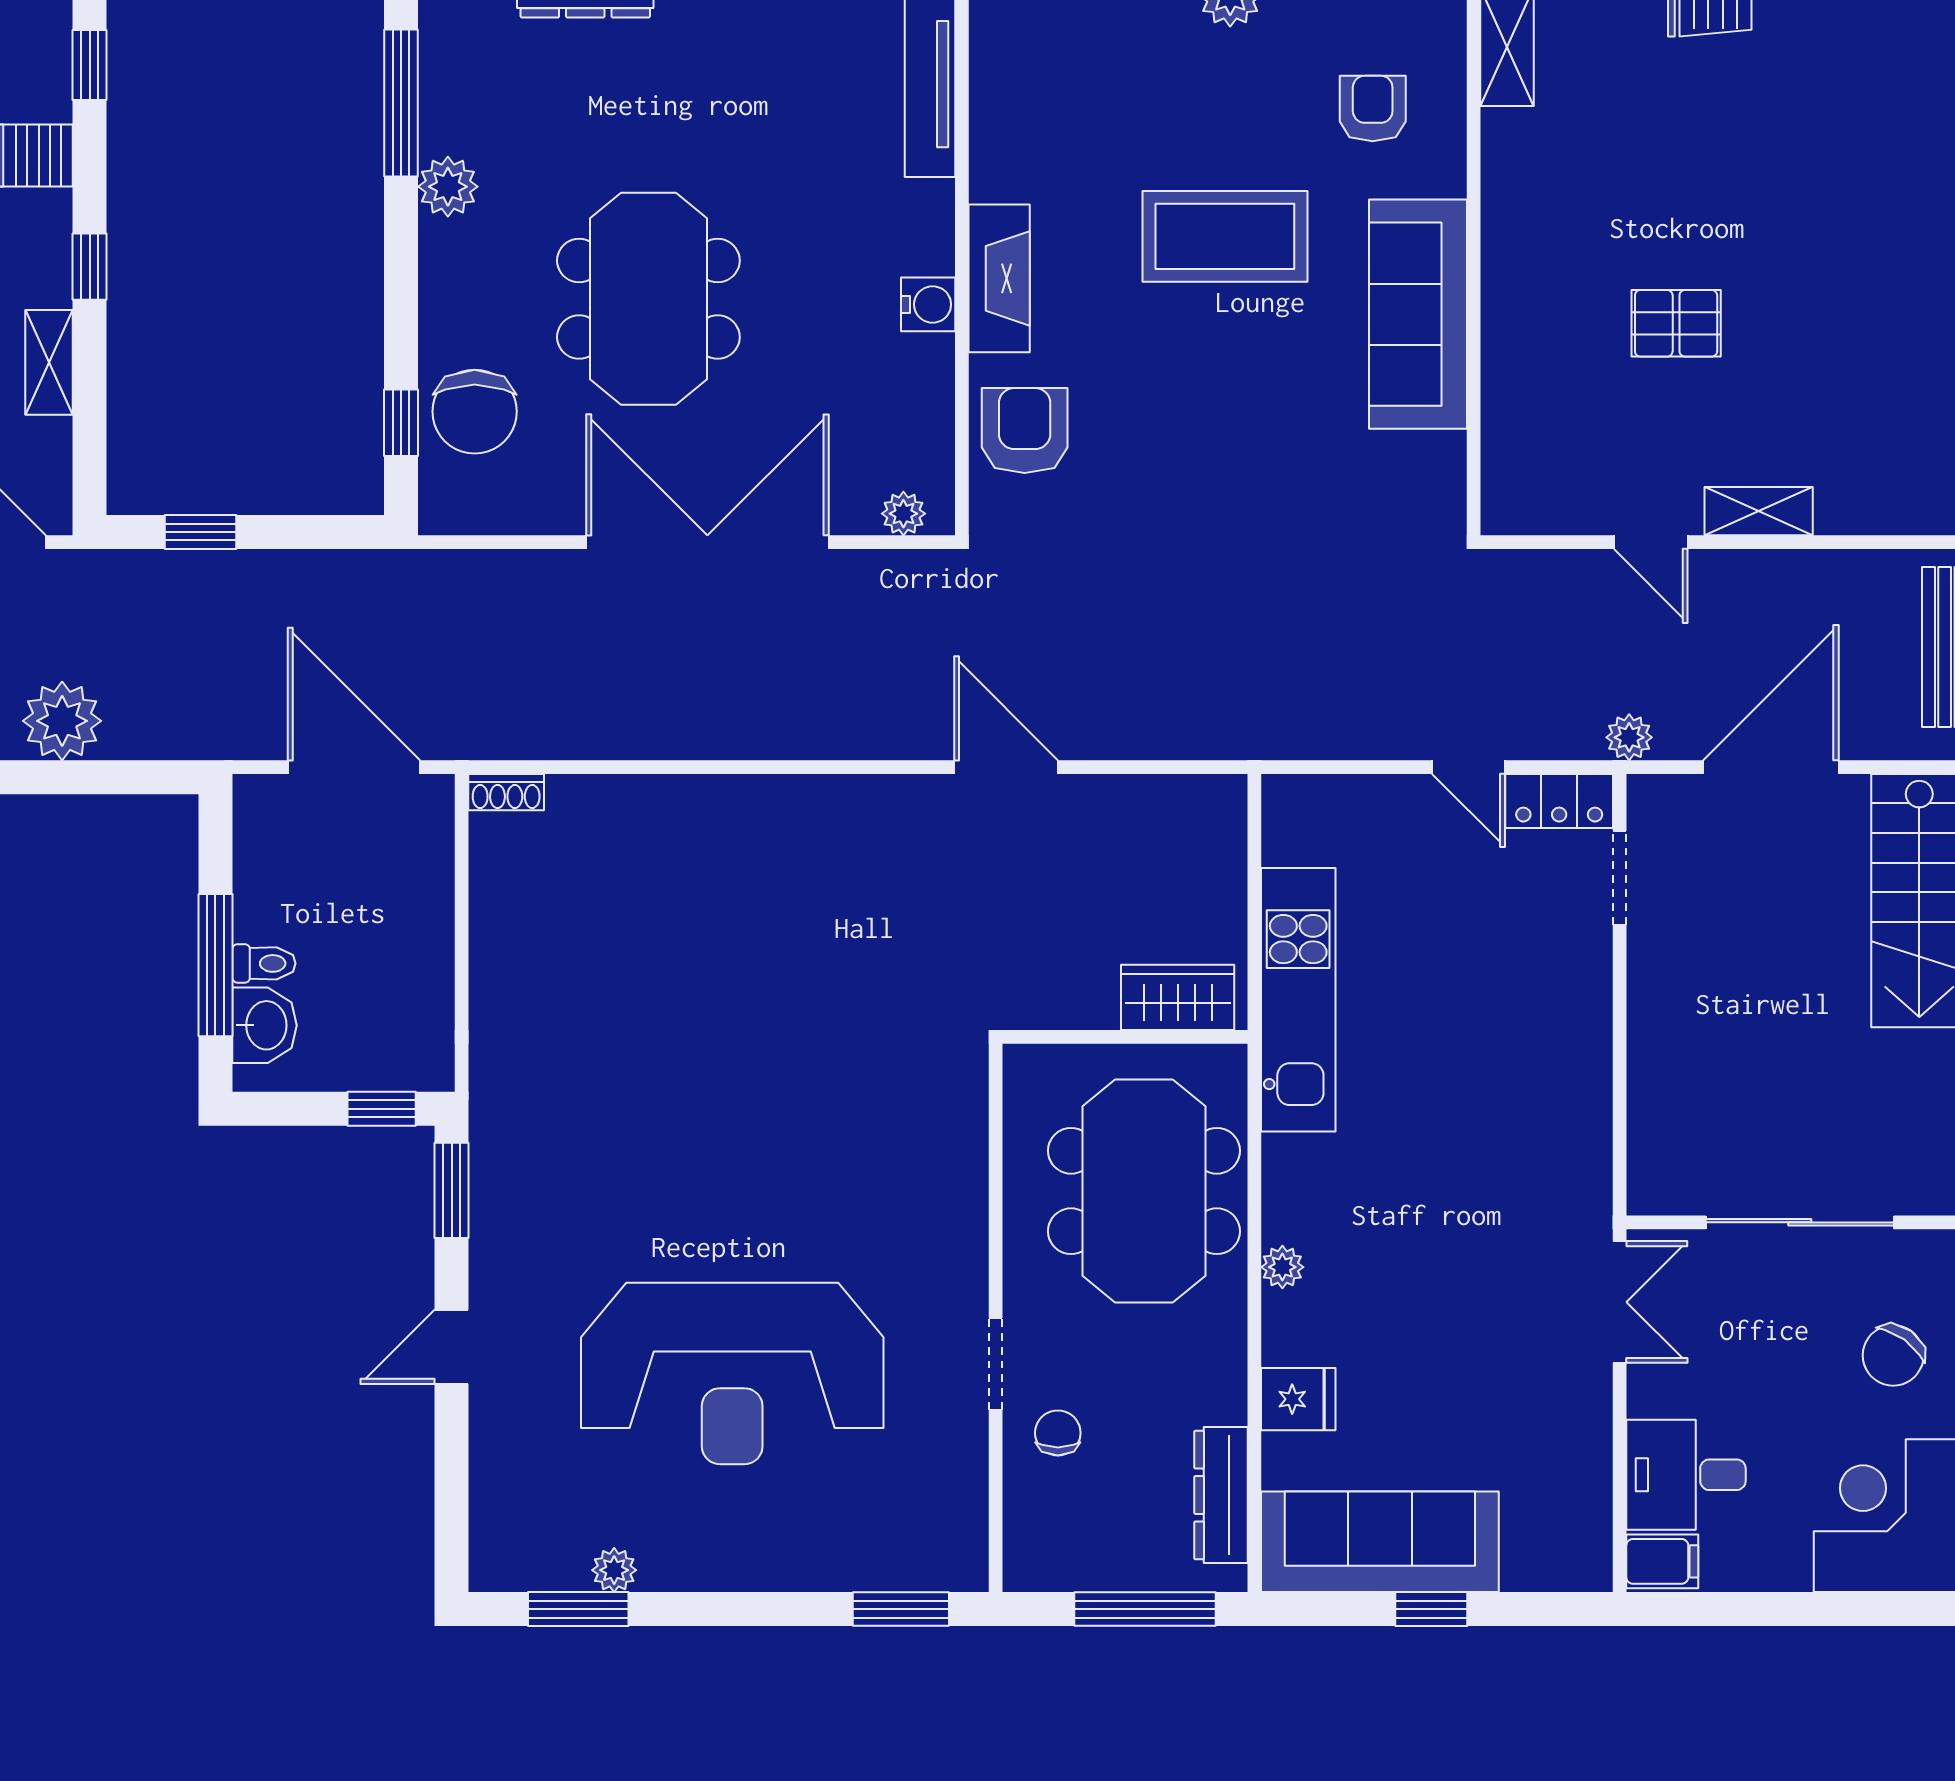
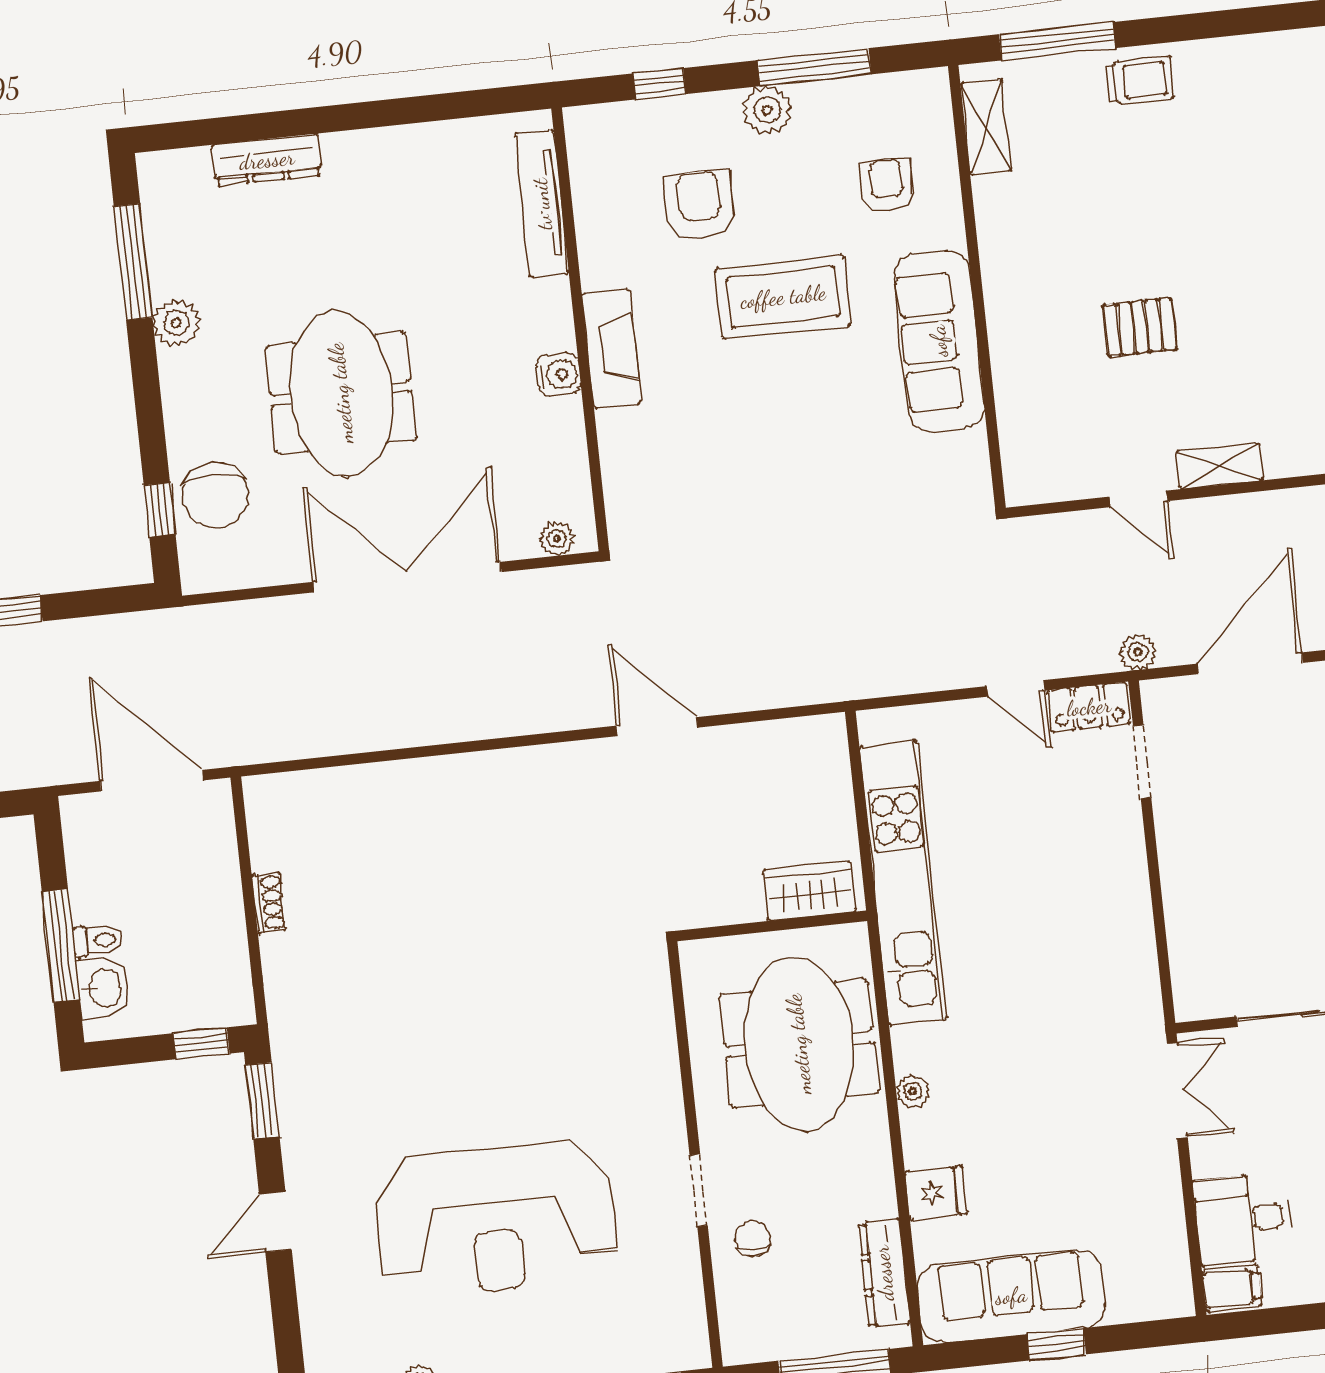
armchair: (1025, 430) -> (700, 205), moved
shoe rack: (506, 792) -> (269, 903), moved, turned -90
kitchen unit: (1298, 1000) -> (903, 883), width x1.36

